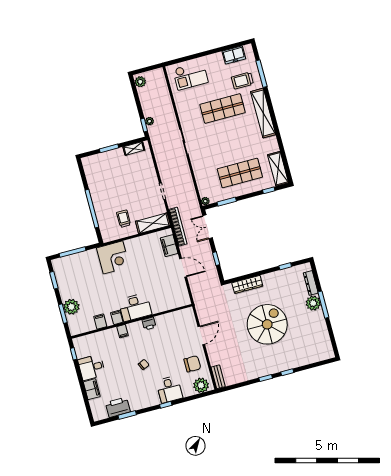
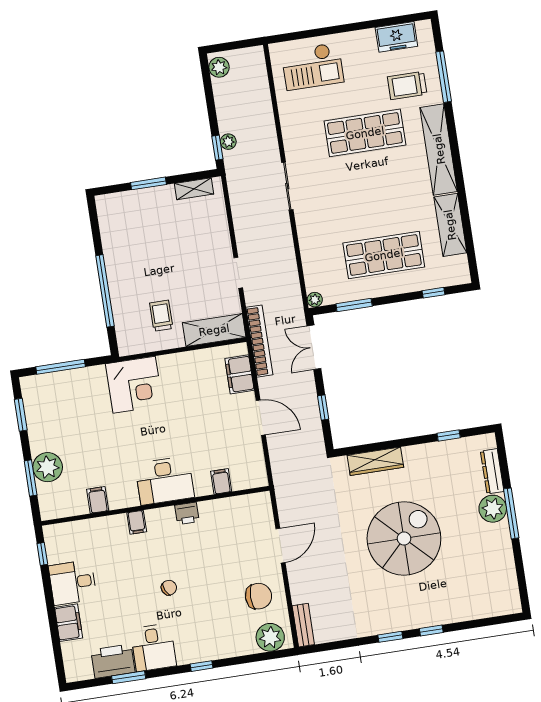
shelving: (278, 169) -> (450, 225), moved
filing cabinet: (117, 317) -> (221, 481), moved
desk: (169, 389) -> (153, 647), moved

